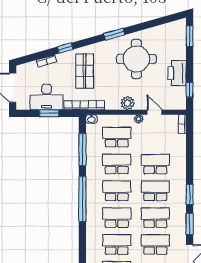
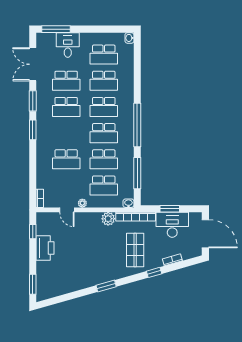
round table: (136, 59) -> (85, 262), removed
plant: (128, 103) -> (108, 219), moved
school desk: (155, 191) -> (66, 133), removed

